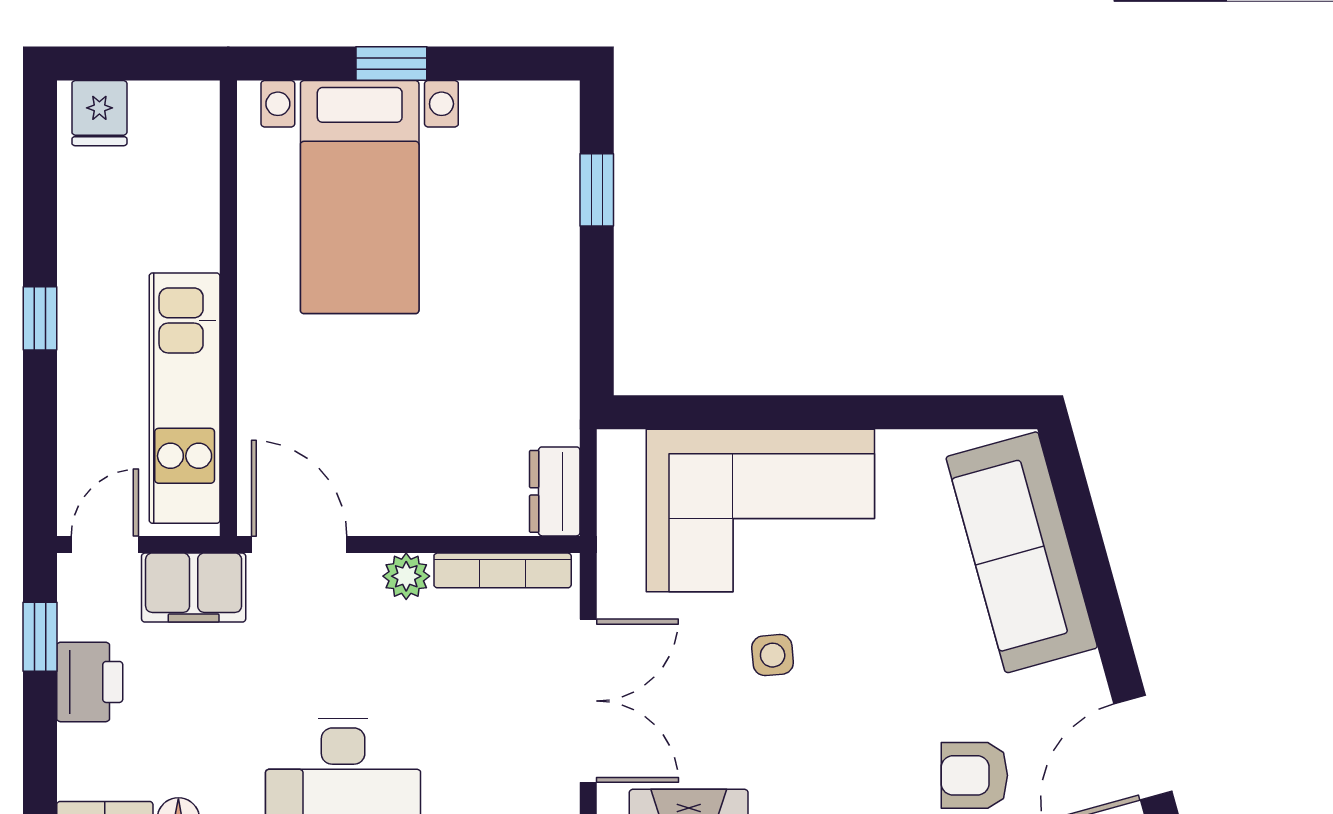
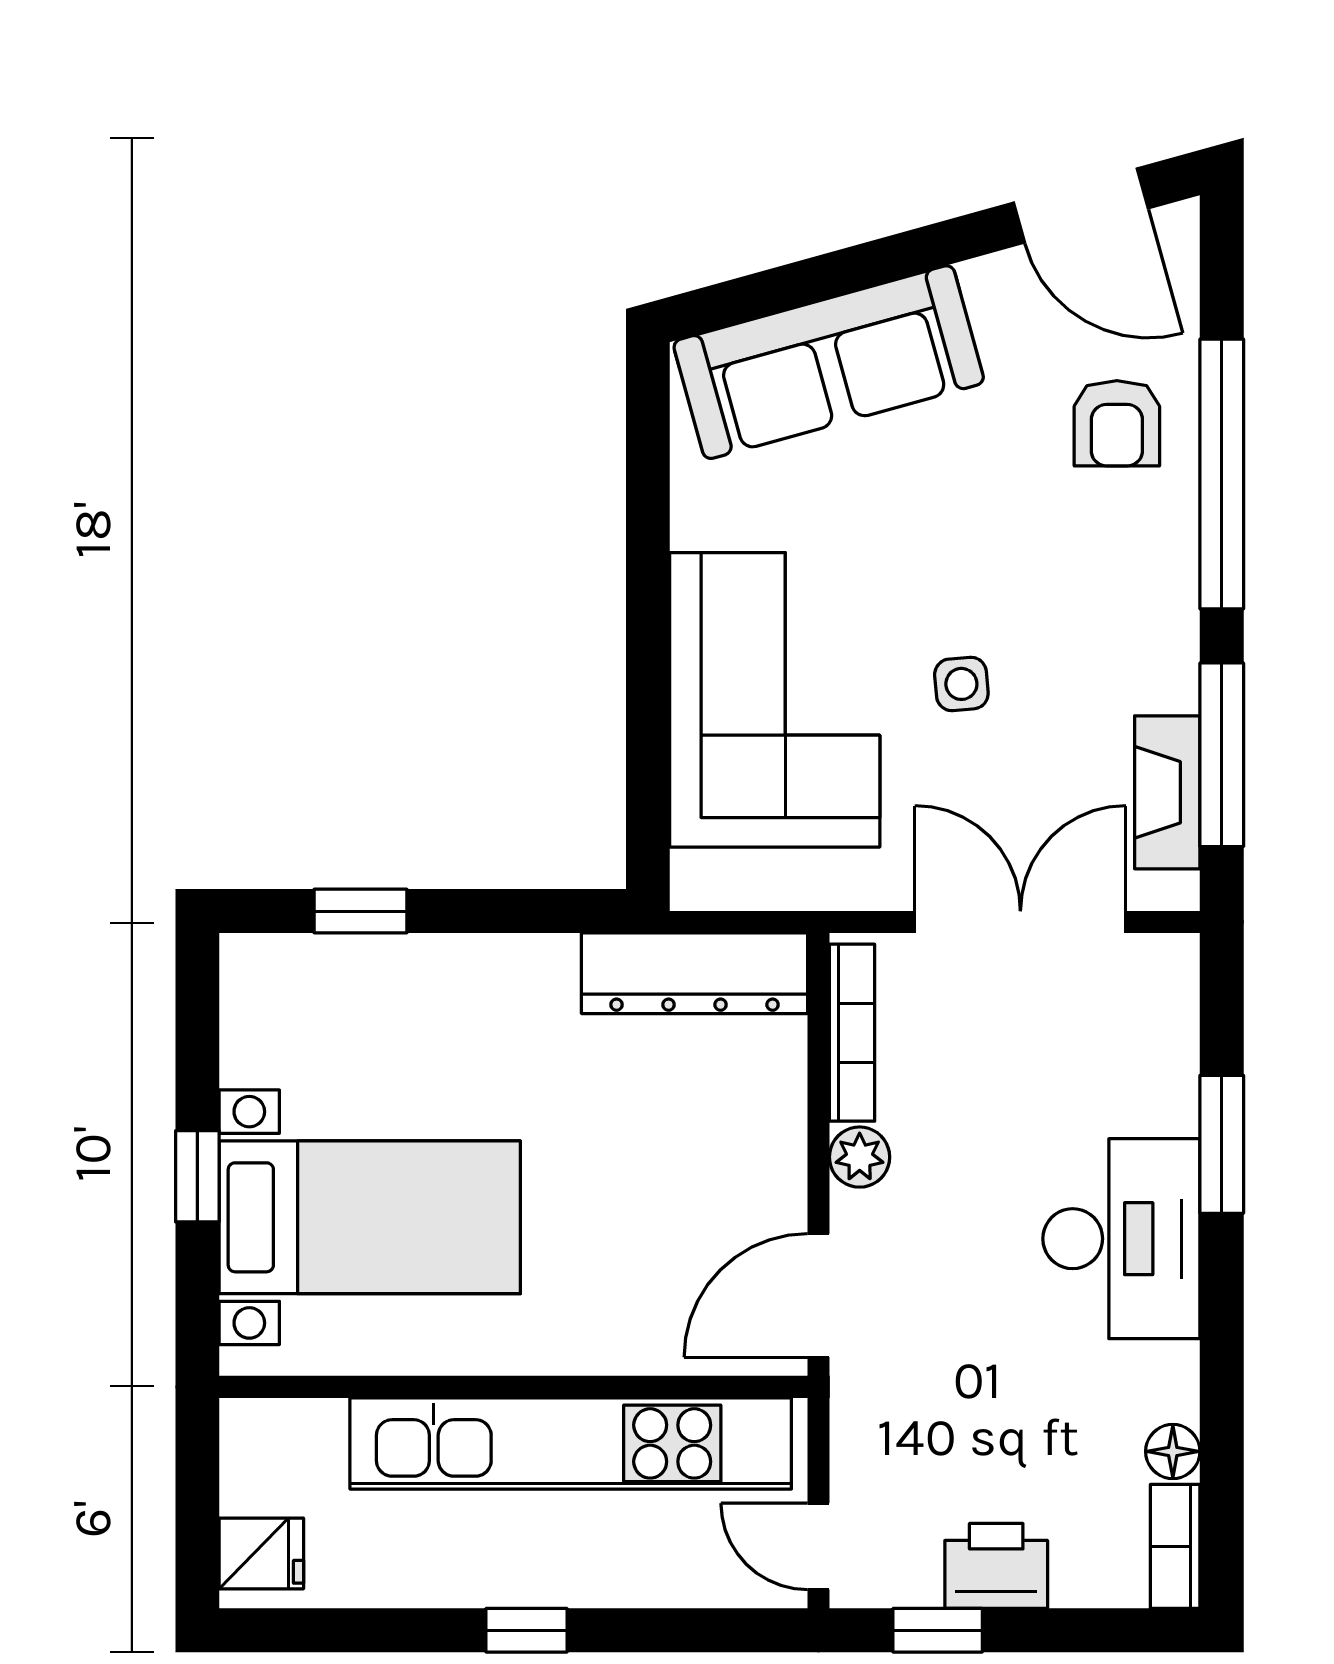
kitchen unit: (185, 398) -> (571, 1443), width x1.36
dresser: (555, 491) -> (695, 973), width x1.96, depth x1.24
filing cabinet: (194, 588) -> (874, 1432), removed

